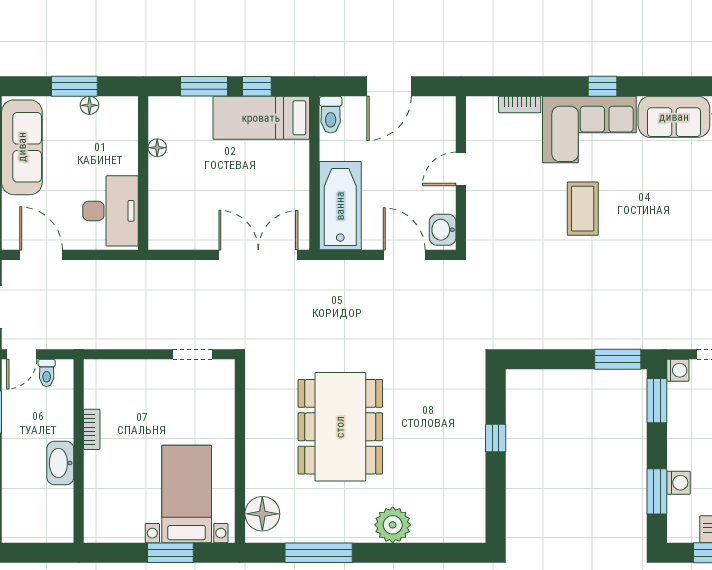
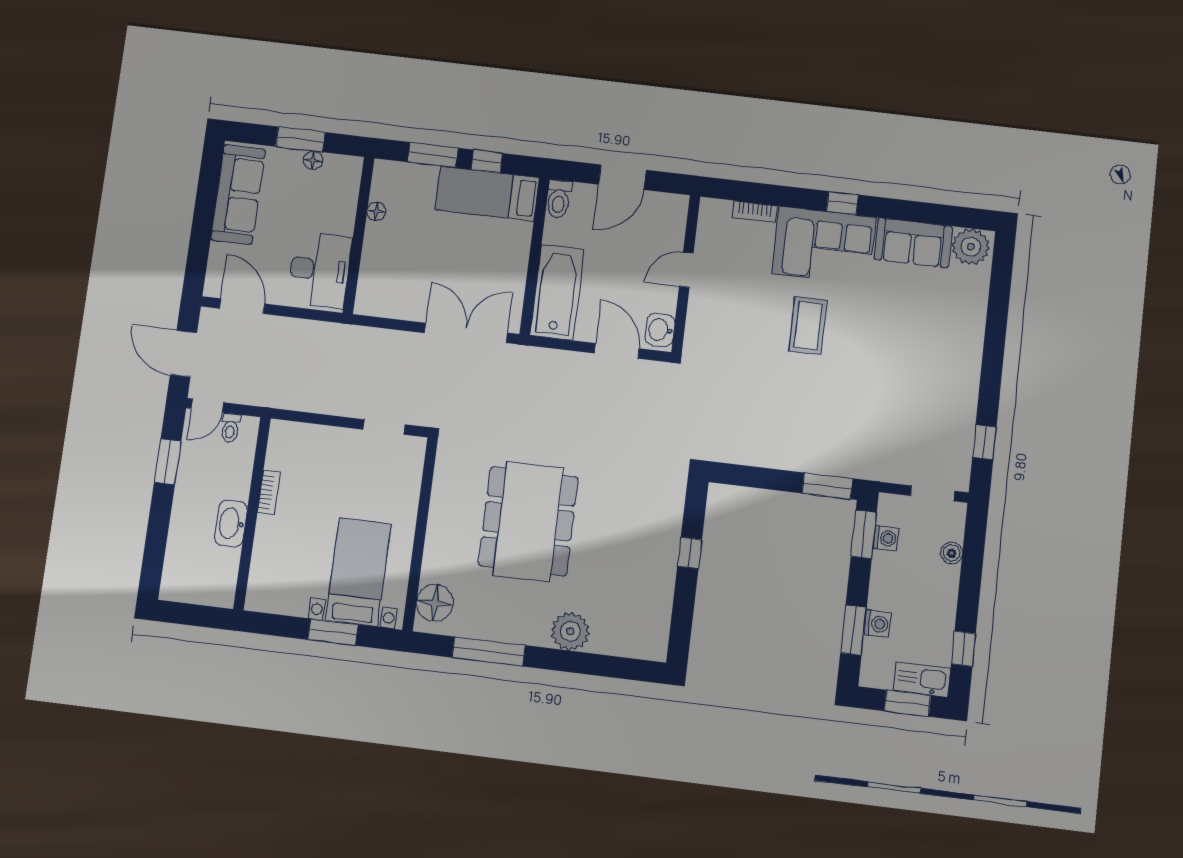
washing machine: (678, 370) -> (886, 538), moved

